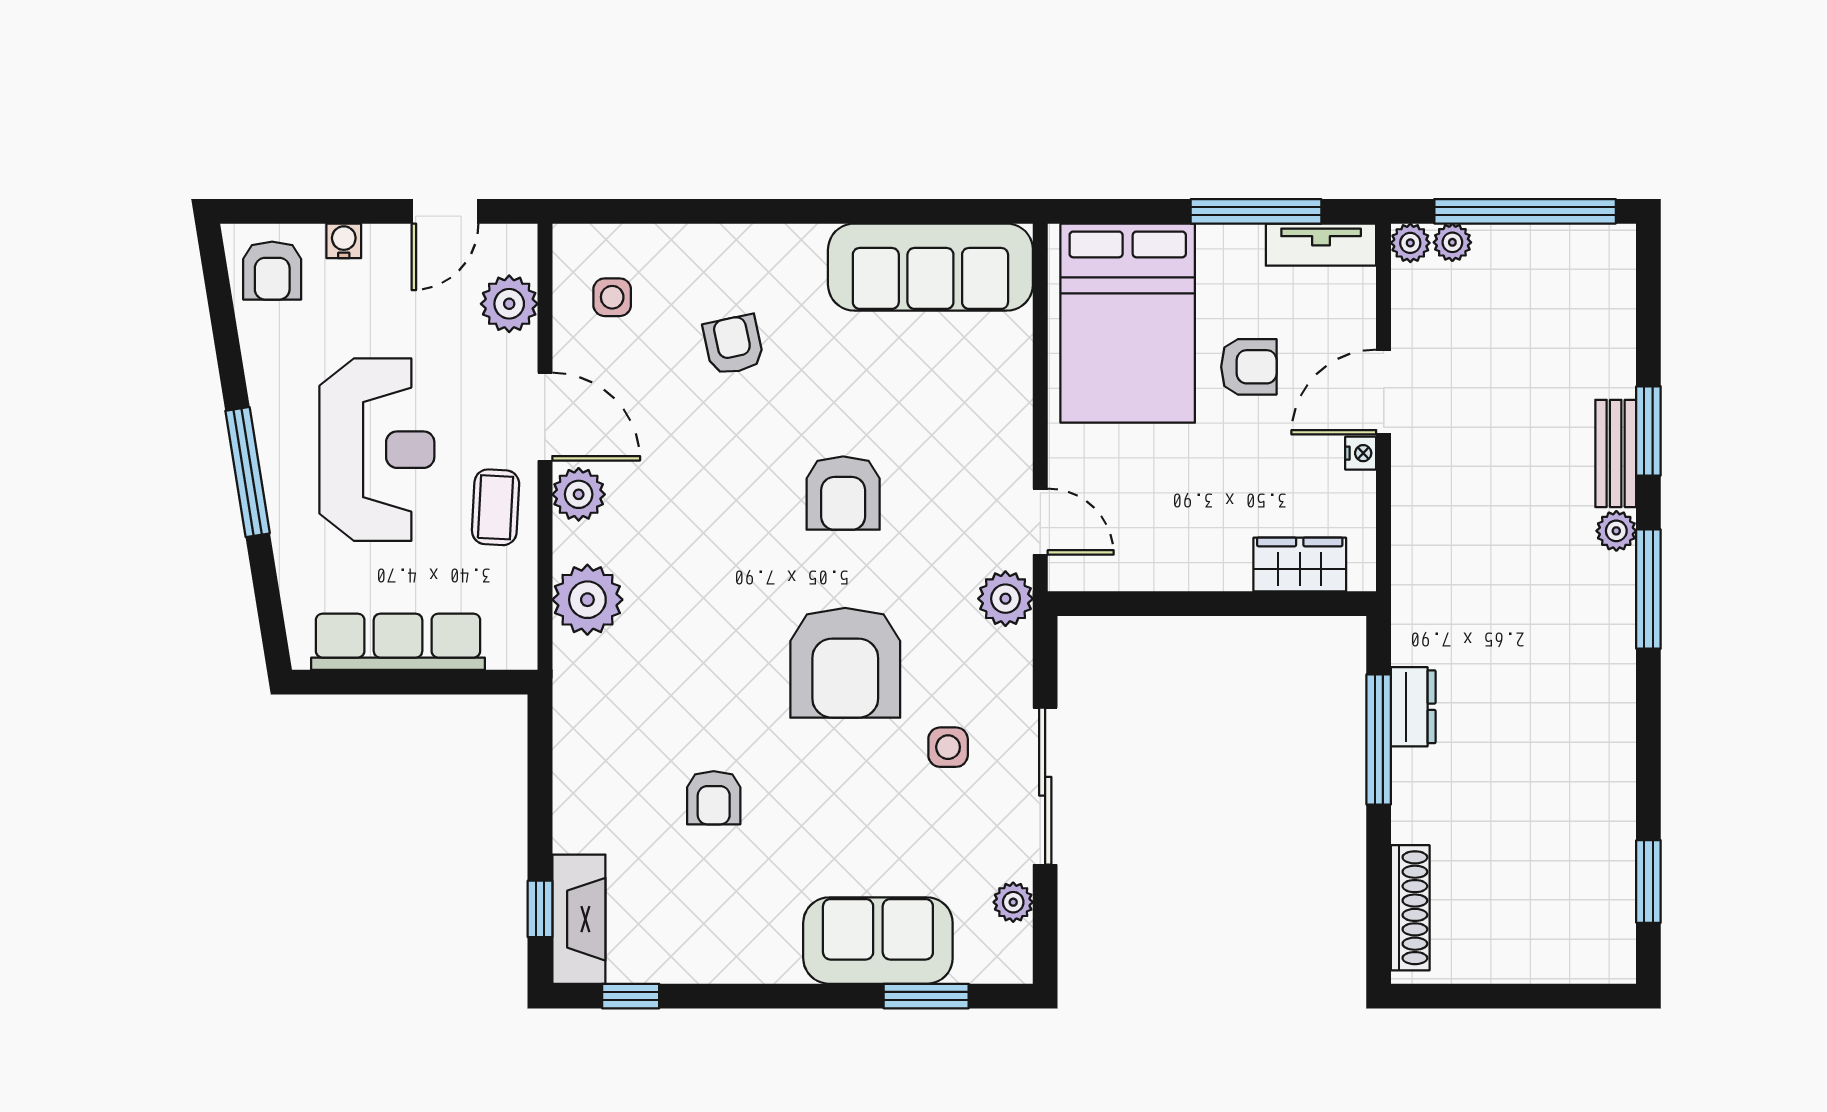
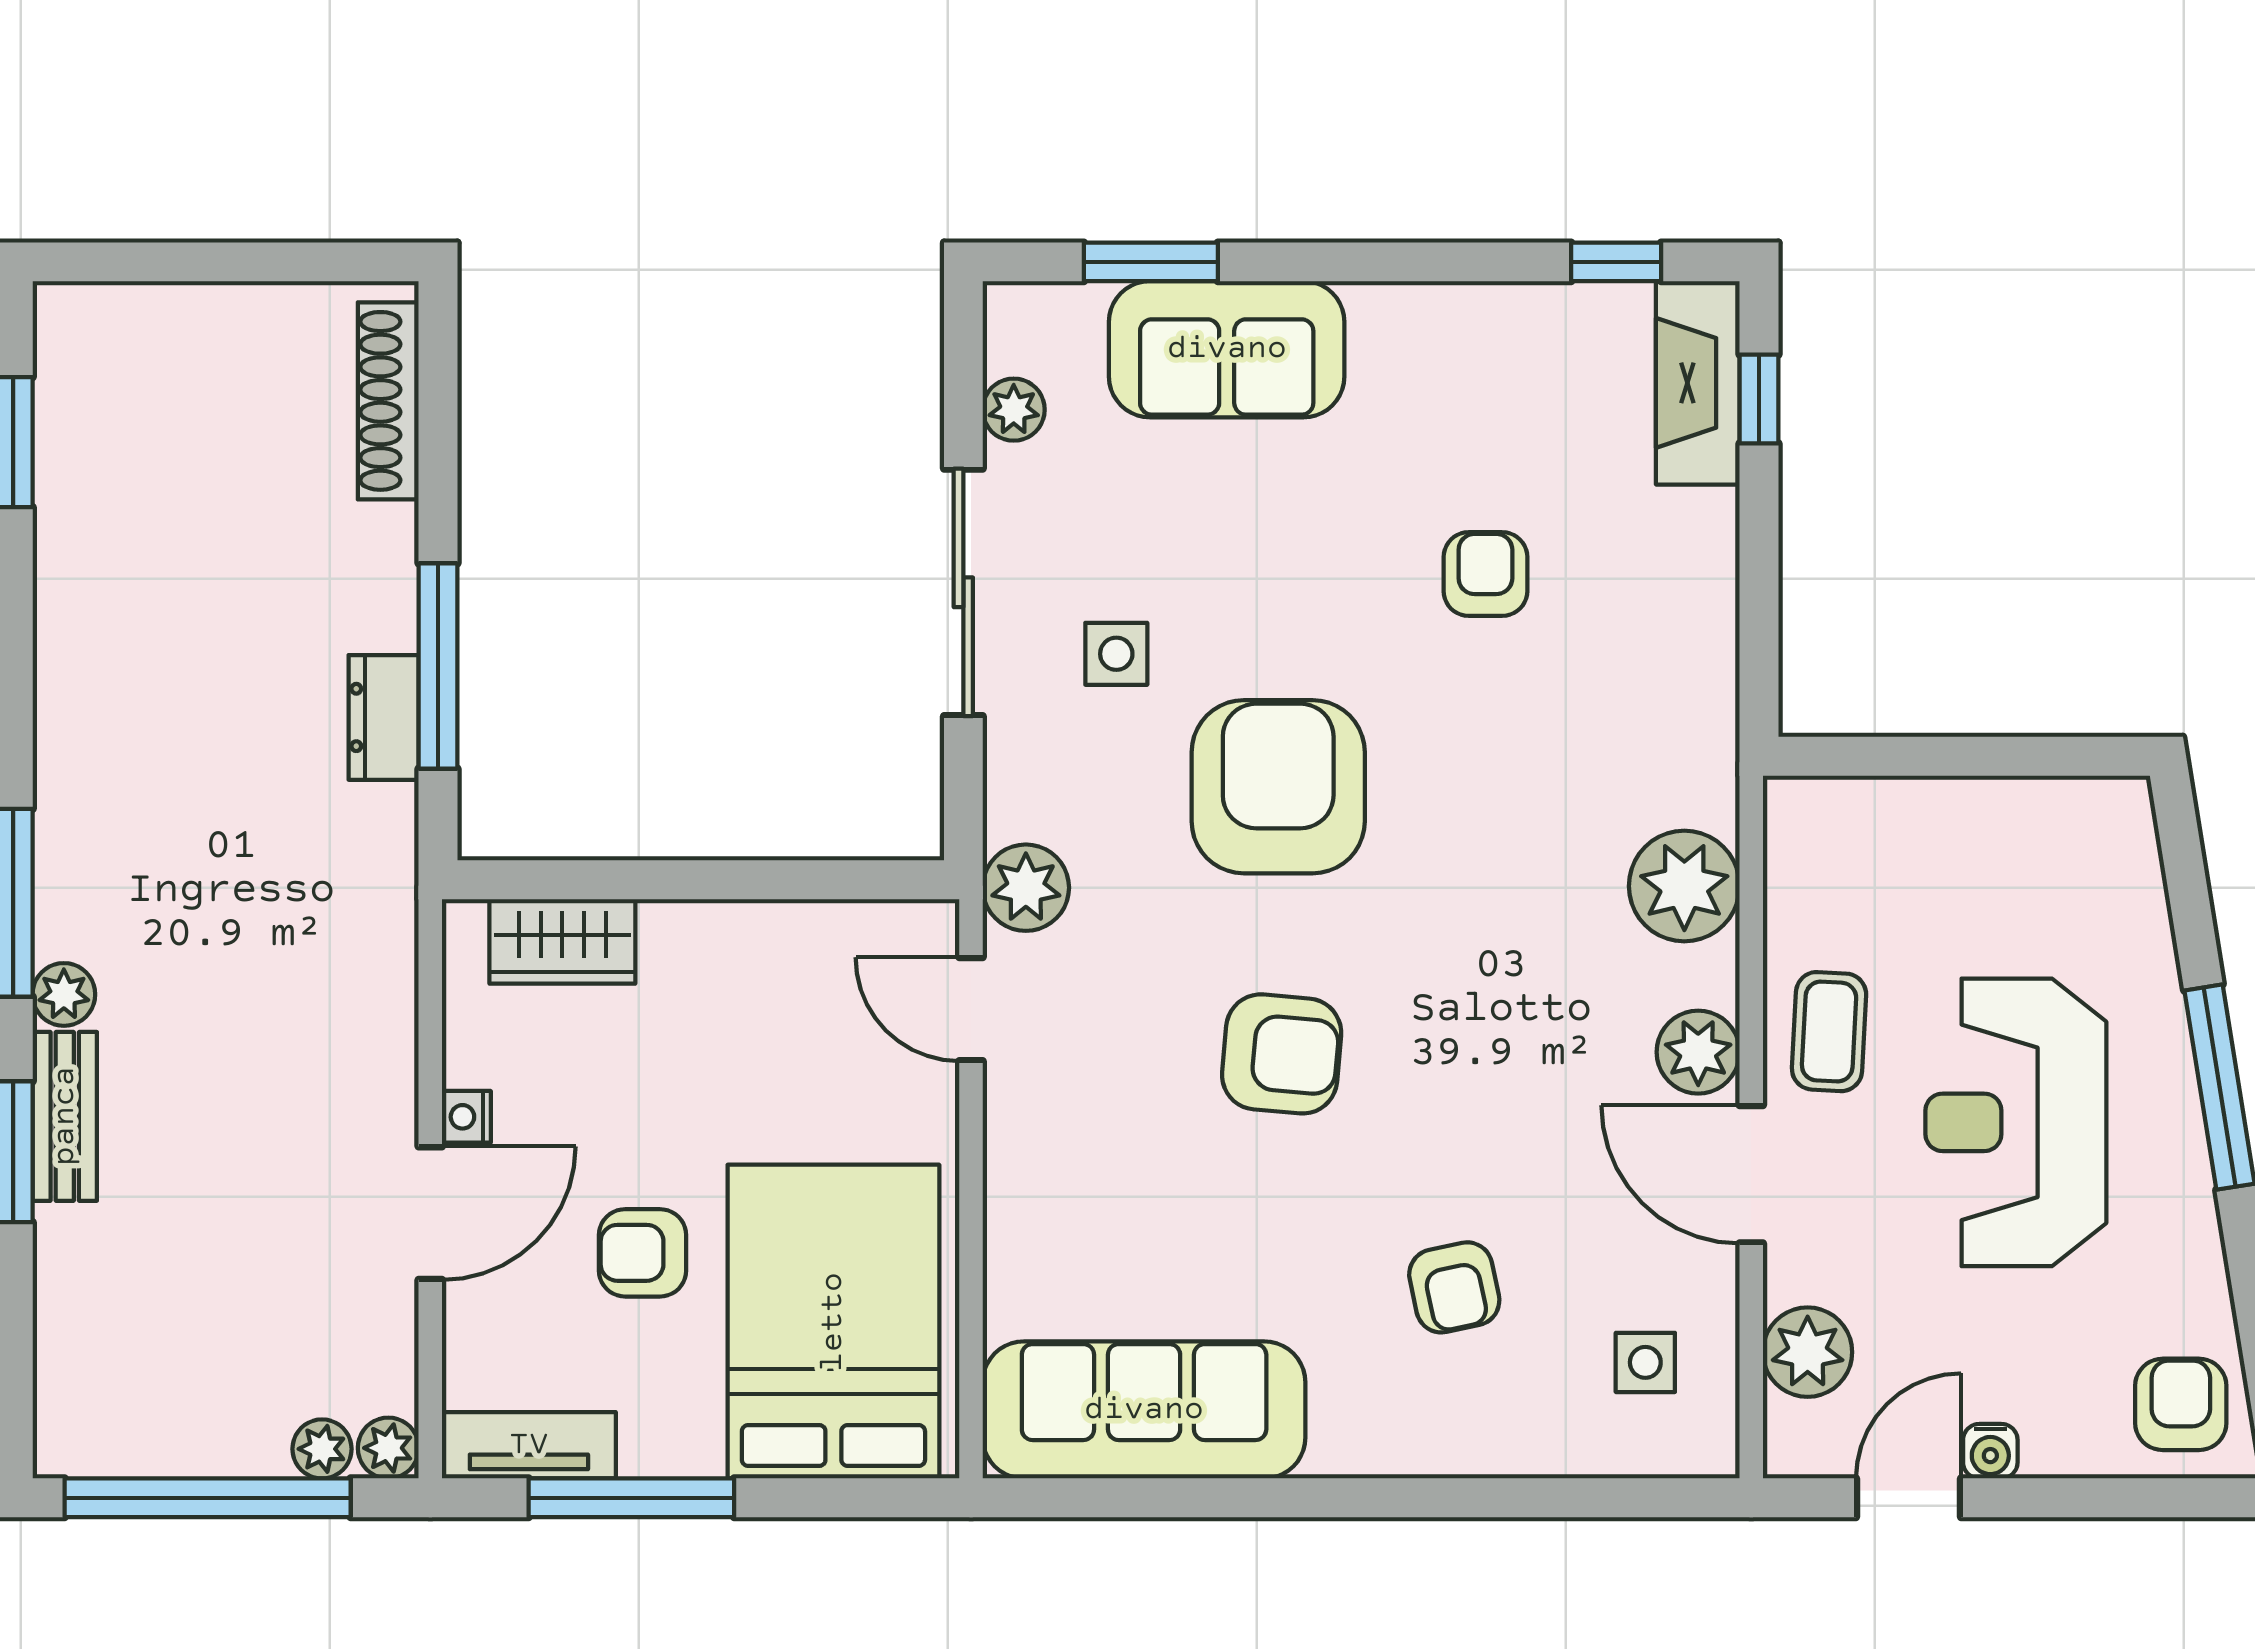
water cooler: (344, 241) -> (1990, 1451), moved
armchair: (843, 493) -> (1282, 1054), turned 95
row of seats: (398, 642) -> (1983, 820), removed

